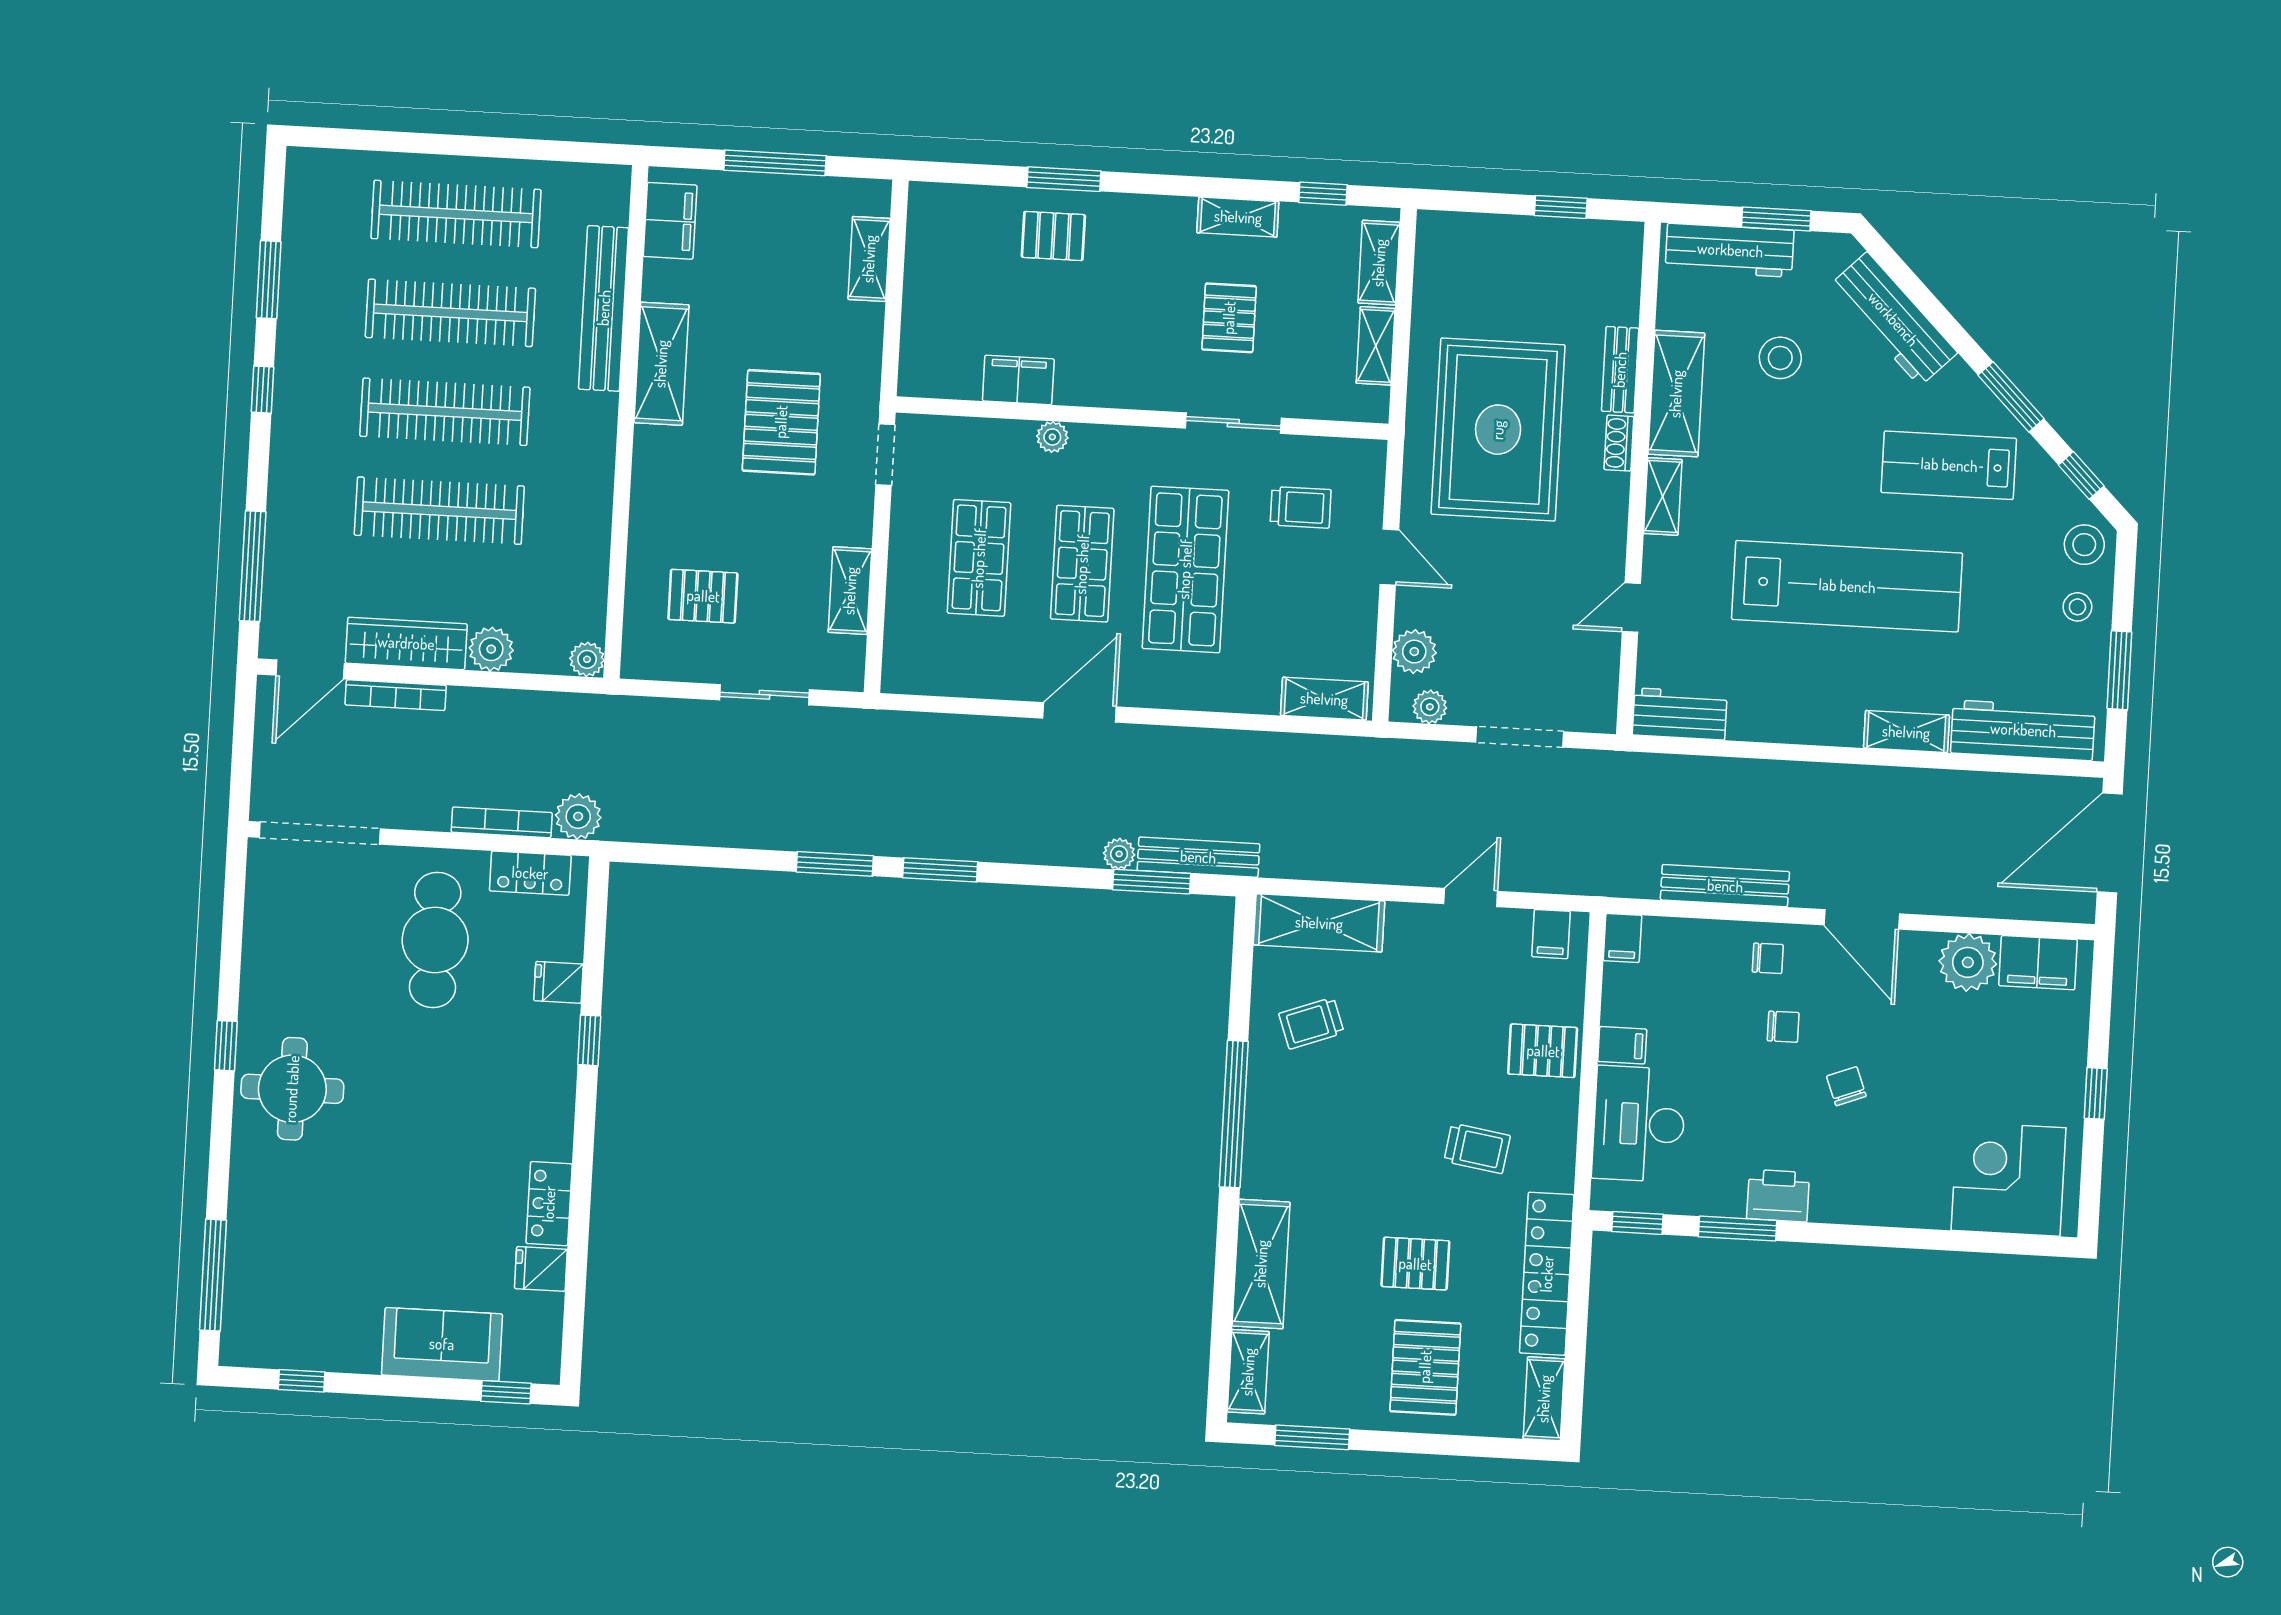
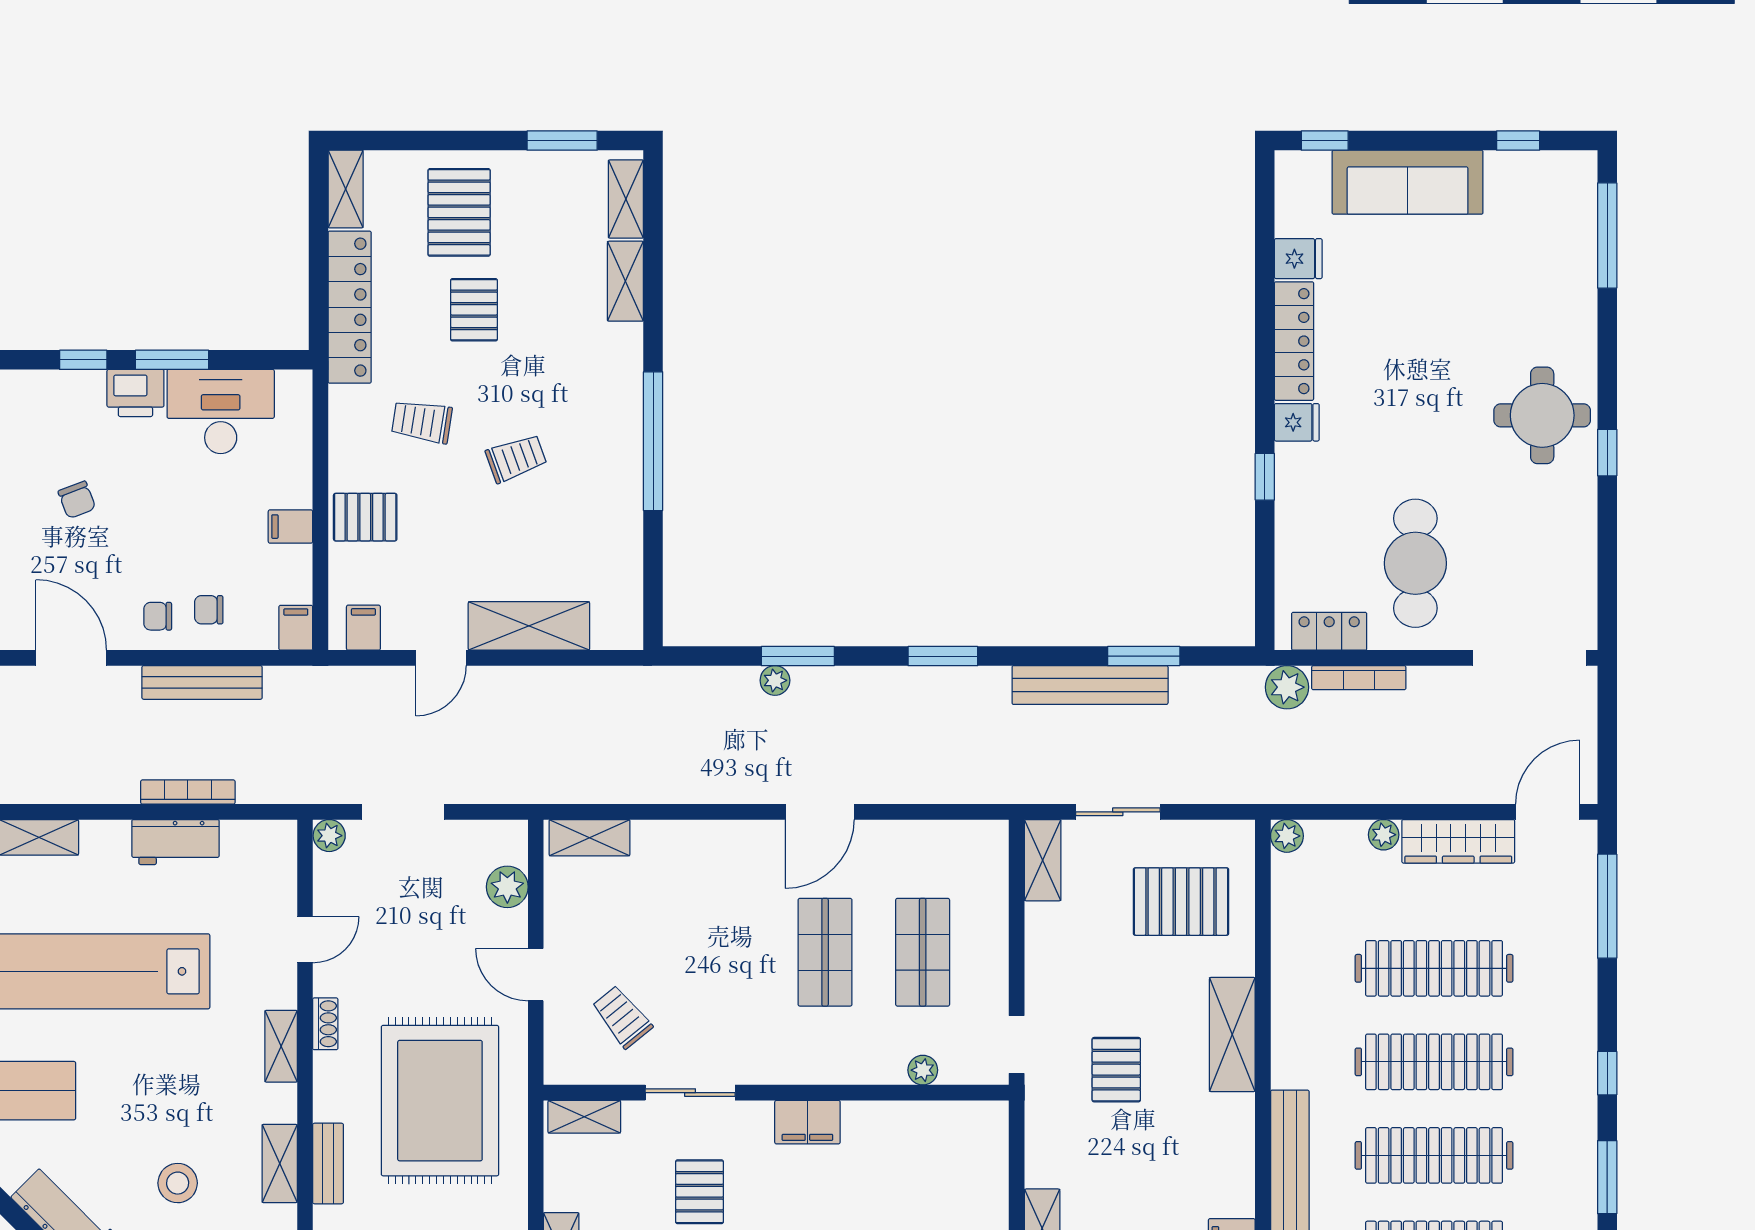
shelving: (1376, 346) -> (584, 1117), moved, turned 90
shelving: (661, 364) -> (1232, 1035), moved
filing cabinet: (1018, 380) -> (807, 1122), moved
shelving: (1676, 394) -> (280, 1164), width x0.67, depth x0.75
pallet: (781, 422) -> (1116, 1070), width x0.67, depth x0.71
plant: (1052, 437) -> (923, 1070), moved
shoe rack: (1619, 443) -> (325, 1024), moved
trolley: (1301, 507) -> (622, 1017), turned 51
shop shelf: (1185, 569) -> (727, 952), removed
shelving: (850, 591) -> (1043, 860), moved
pallet: (703, 596) -> (1181, 902), width x1.50, depth x1.42
plant: (491, 649) -> (1384, 835), width x0.73, depth x0.73
bookcase: (396, 695) -> (188, 792), moved
plant: (1430, 707) -> (329, 836), moved
workbench: (1680, 714) -> (175, 842), moved
bench: (1198, 857) -> (1090, 685), moved, width x1.37, depth x1.21
window: (835, 864) -> (1144, 656), moved
window: (1152, 882) -> (798, 656), moved
shelving: (1319, 923) -> (529, 626), moved
fridge: (559, 982) -> (1297, 422), moved
trolley: (1311, 1023) -> (516, 458), moved
chair: (1783, 1027) -> (209, 610), moved
desk: (1639, 1124) -> (221, 412), moved, turned -90
locker: (549, 1204) -> (1294, 341), width x1.53
window: (1637, 1223) -> (83, 360), moved
shelving: (1261, 1264) -> (625, 281), width x0.67, depth x0.75
pallet: (1415, 1264) -> (474, 310), turned 90
sofa: (442, 1344) -> (1408, 182), width x1.36

